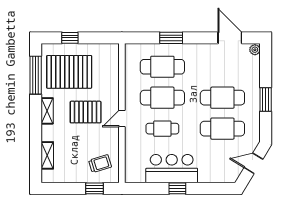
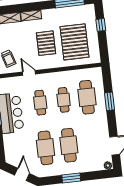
pallet: (69, 72) -> (74, 42), moved
cafe table: (162, 98) -> (64, 100), width x0.73, depth x0.74
shelving: (47, 111) -> (31, 15), moved
door: (122, 118) -> (29, 73), moved

